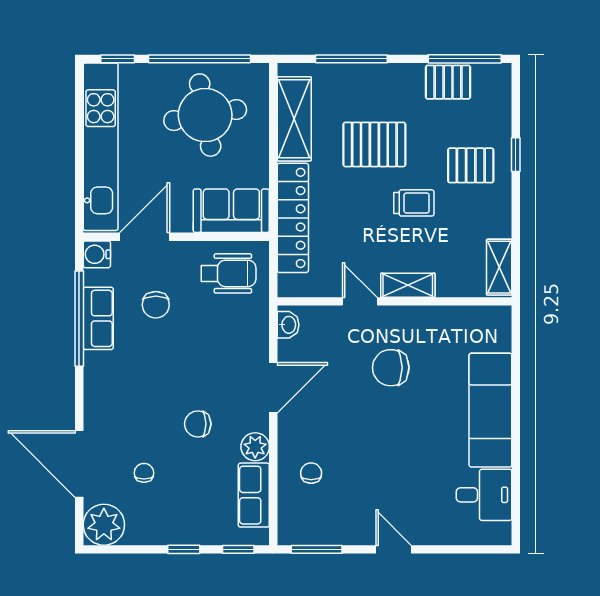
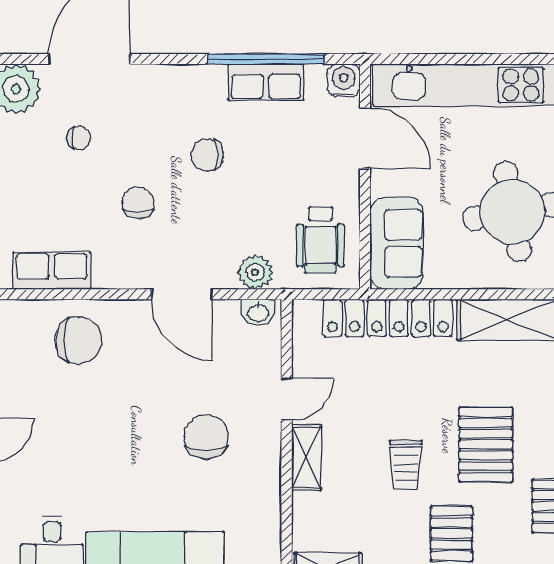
pallet: (374, 144) -> (486, 445), moved
chair: (156, 305) -> (207, 155), moved
plant: (255, 447) -> (255, 272), moved
chair: (311, 473) -> (78, 340), width x1.87, depth x1.87

